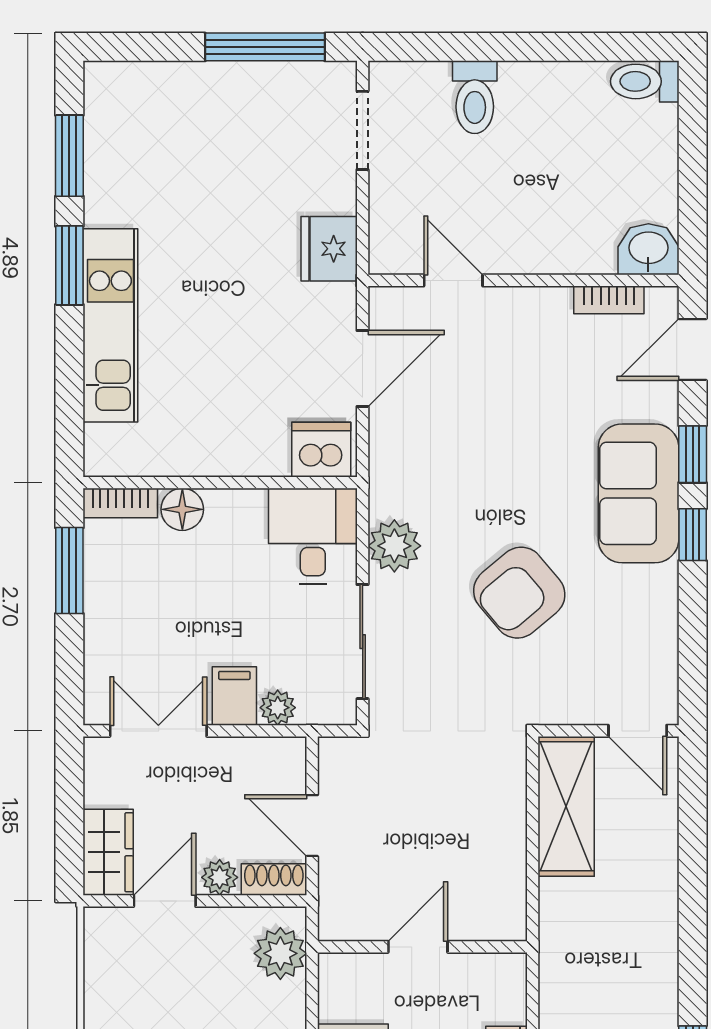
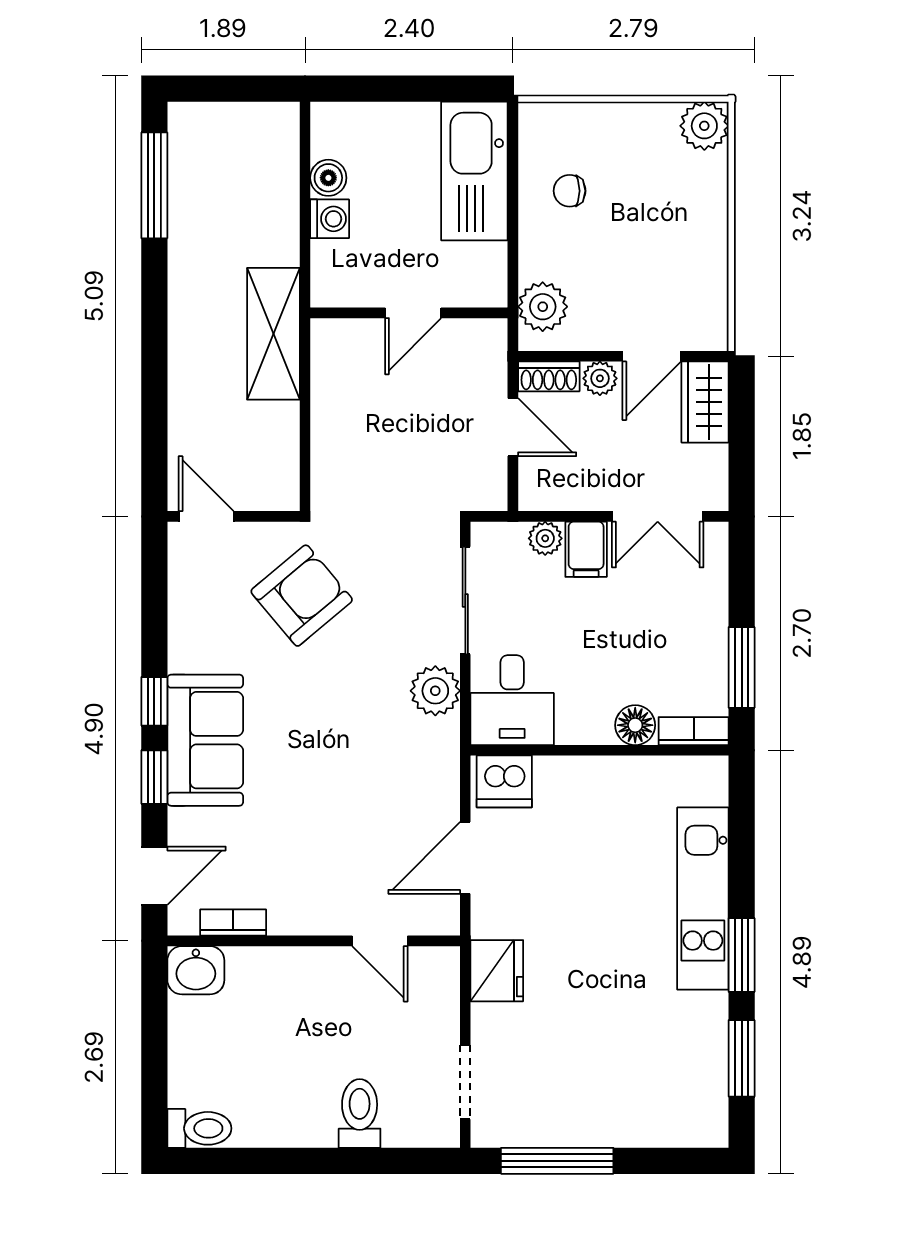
armchair: (519, 593) -> (302, 596), moved
shelving: (566, 806) -> (273, 334), moved

